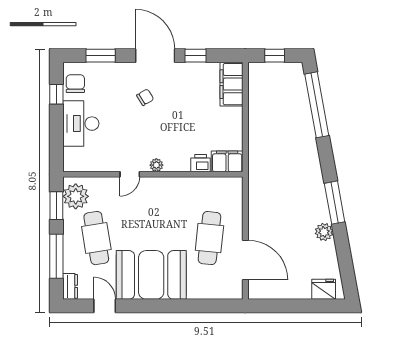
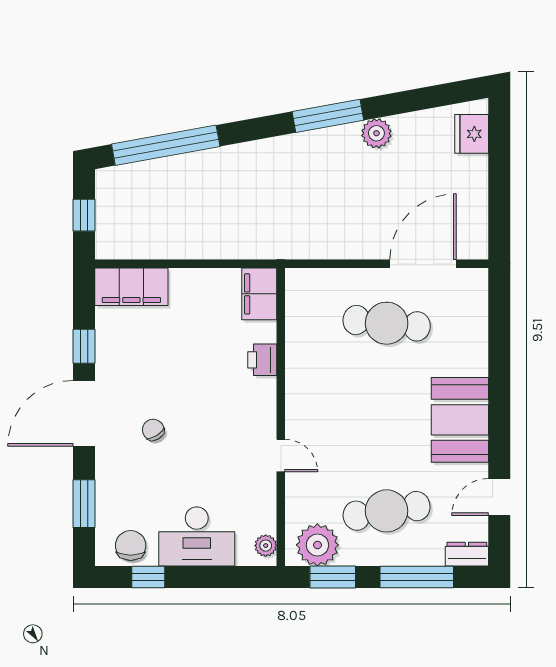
chair: (75, 84) -> (131, 546), turned 90
printer: (201, 163) -> (262, 360), moved
plant: (156, 165) -> (266, 546), moved
booth: (151, 275) -> (460, 420), width x0.73, depth x0.70

